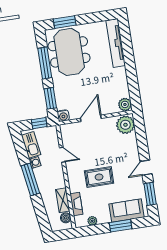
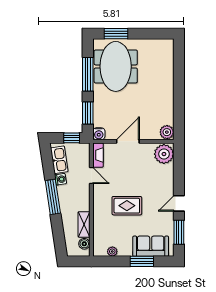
tv unit: (116, 43) -> (167, 65), removed
fireplace: (76, 204) -> (98, 155), moved

